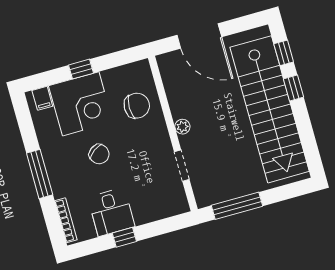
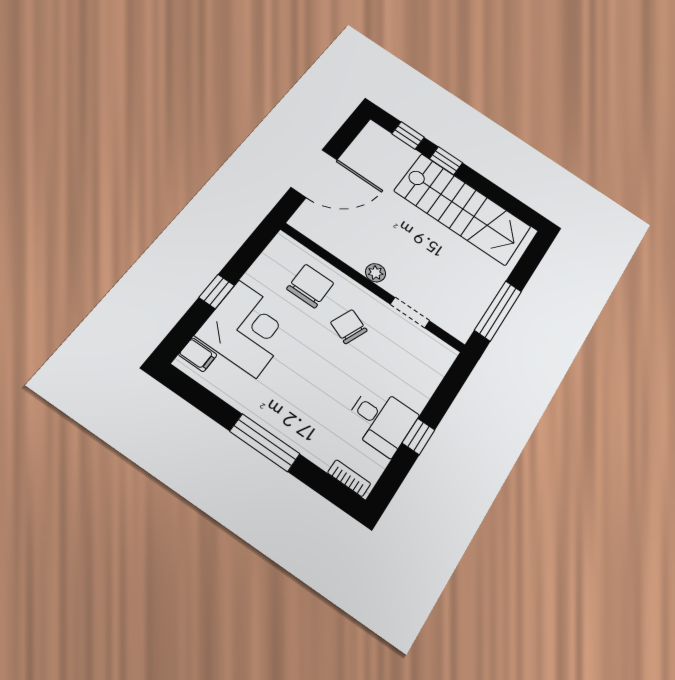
stairs: (270, 109) -> (463, 209), width x0.73
chair: (99, 154) -> (349, 327), moved, turned -122
bookcase: (66, 220) -> (349, 478), width x0.64

